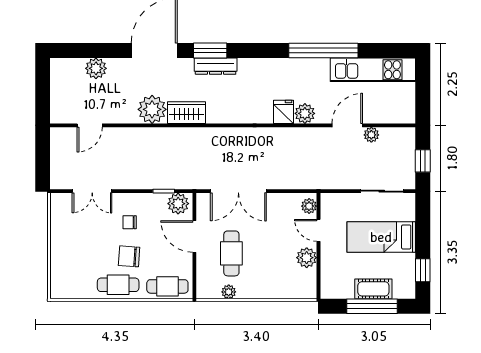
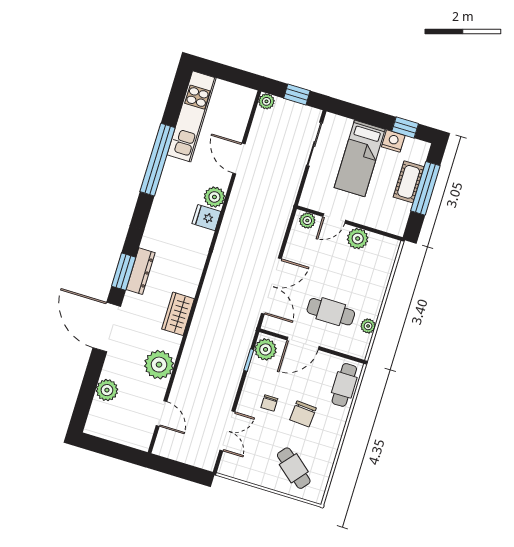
plant: (152, 109) -> (159, 365), moved
plant: (371, 135) -> (266, 101), moved
nightstand: (407, 263) -> (393, 141), added
cafe table: (118, 285) -> (294, 468), moved, turned -50

